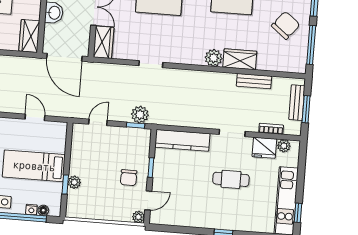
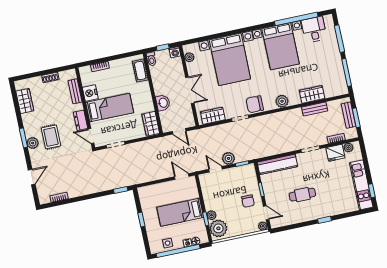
chair: (286, 25) -> (255, 104), moved, turned -129
wardrobe: (104, 42) -> (213, 116), moved, turned -90
door: (64, 57) -> (179, 131), width x0.53
wardrobe: (240, 59) -> (312, 94), moved
plant: (140, 115) -> (228, 158), moved
door: (35, 117) -> (182, 176), moved
door: (98, 122) -> (216, 169), hinge flipped
cafe table: (231, 179) -> (302, 195), moved
door: (148, 200) -> (266, 213), hinge flipped
plant: (78, 202) -> (218, 228), added

